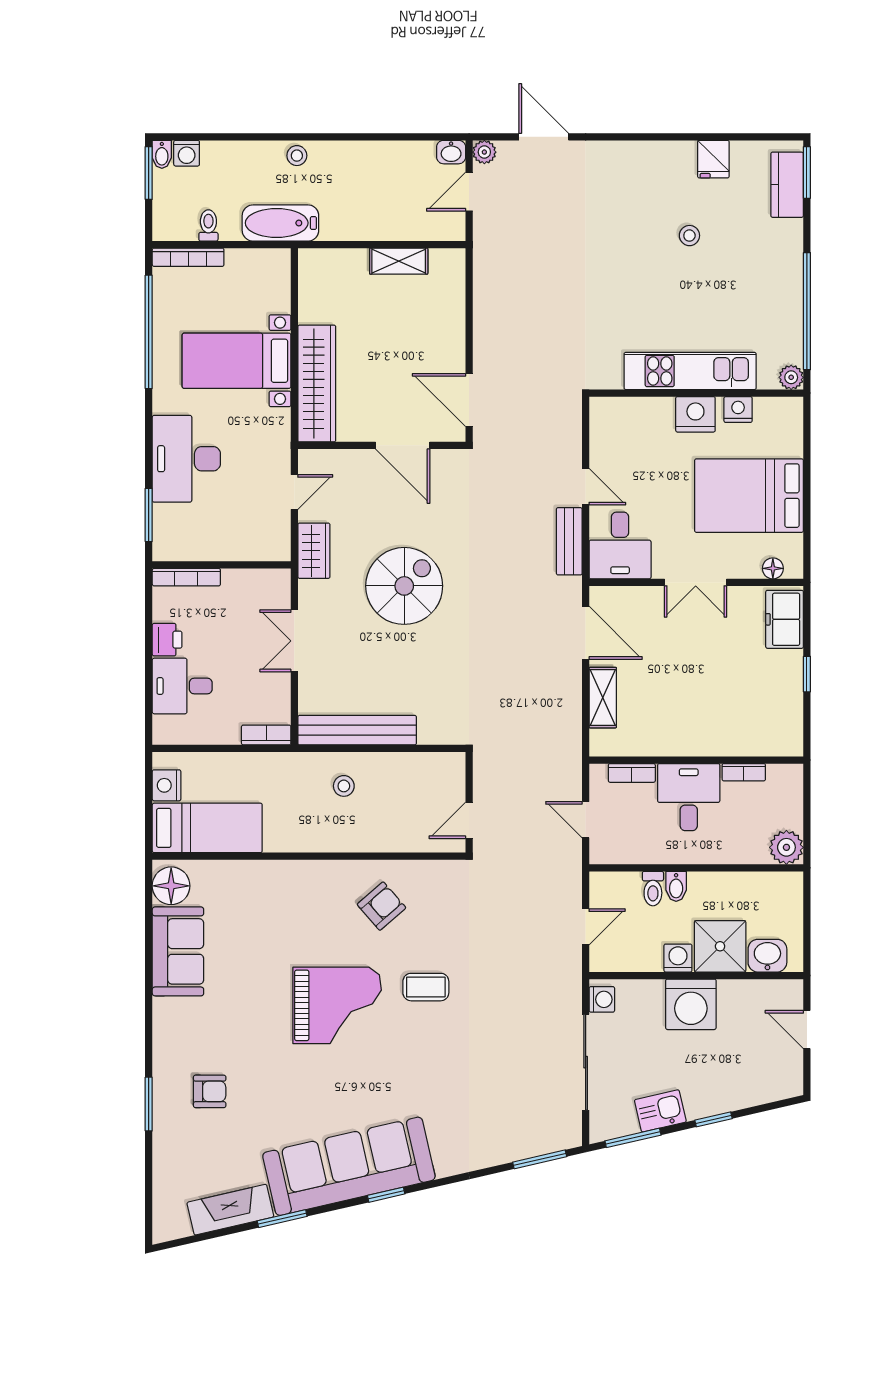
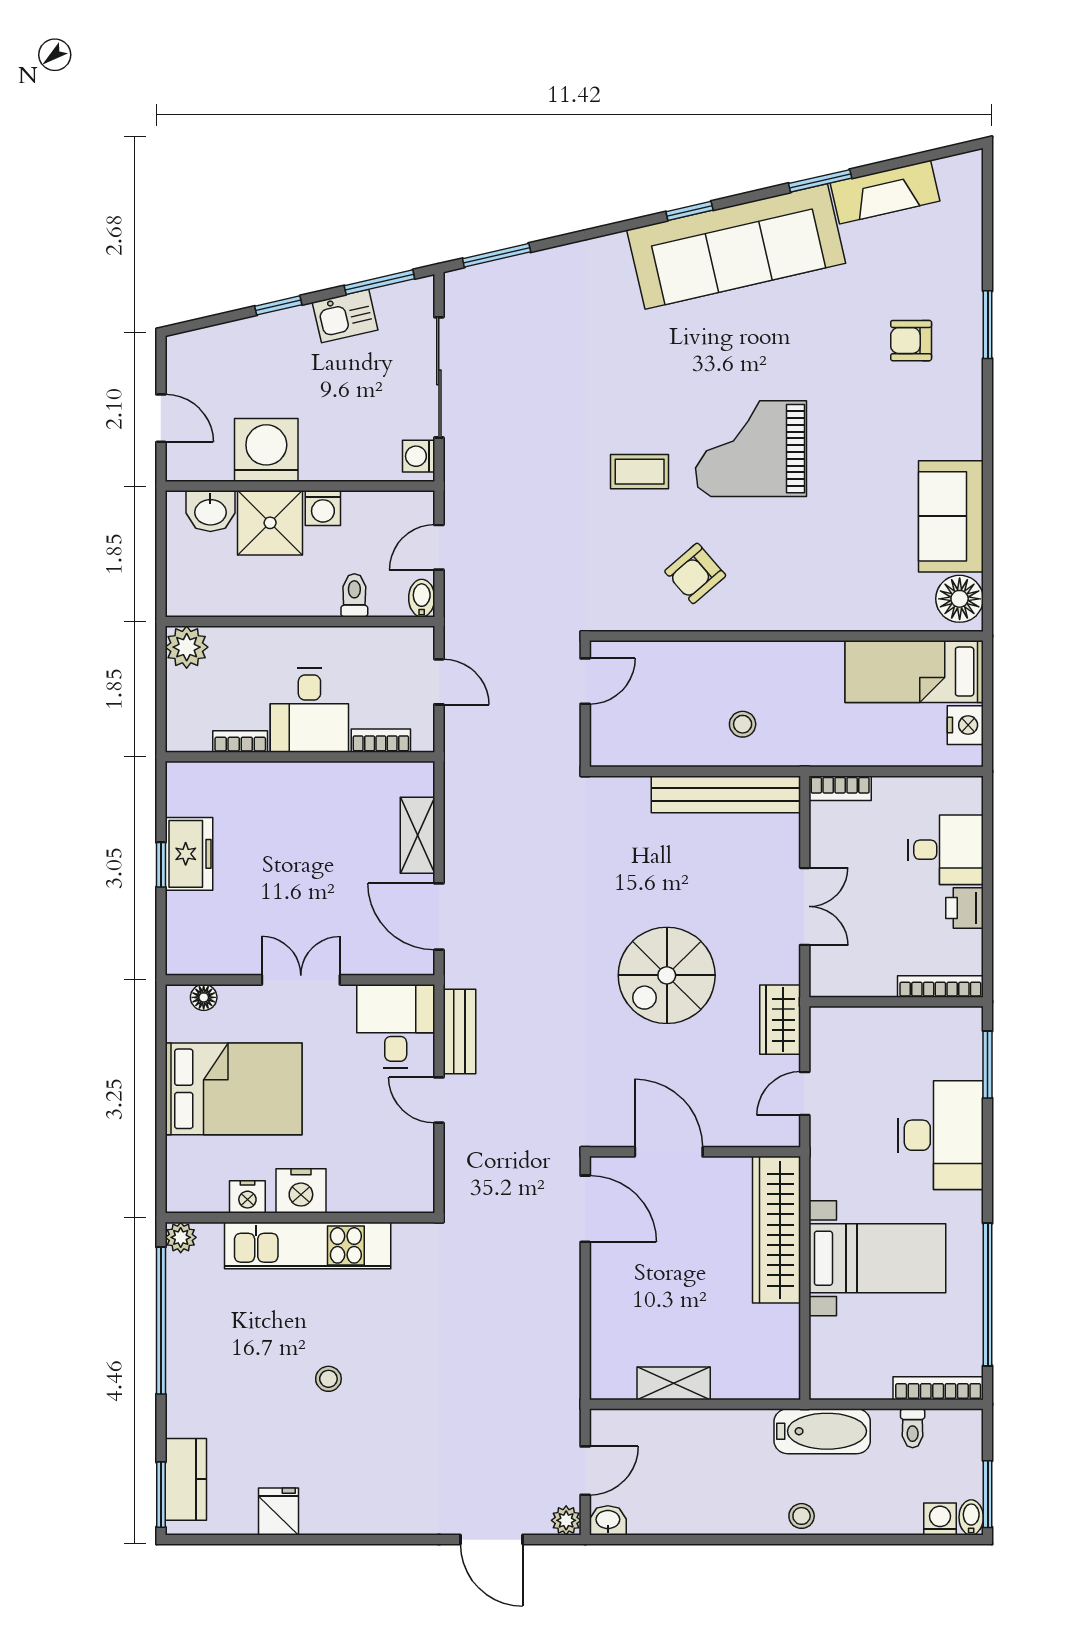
stool: (689, 236) -> (328, 1379), moved
freezer: (785, 619) -> (189, 854), moved
bidet: (676, 886) -> (422, 598), moved
washing machine: (691, 1004) -> (266, 450), moved

